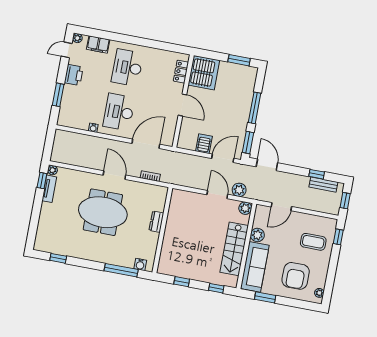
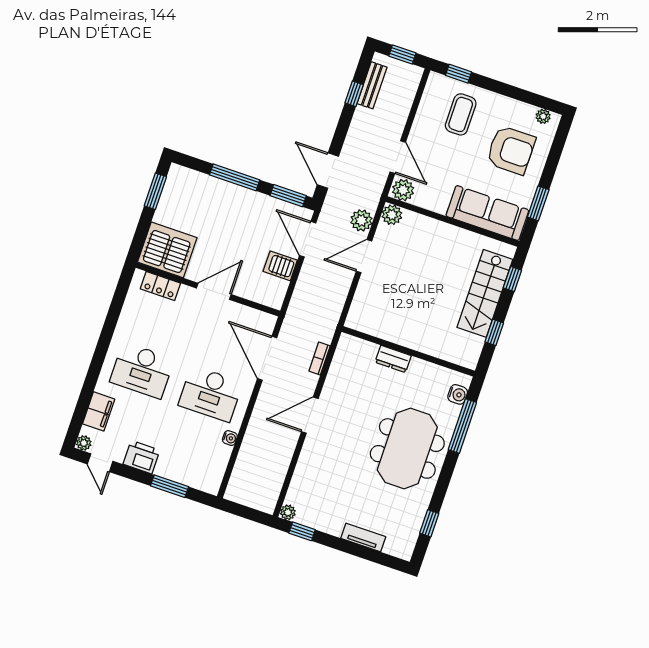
door: (267, 165) -> (328, 170), hinge flipped
tv unit: (49, 189) -> (363, 537), moved
meeting table: (103, 212) -> (407, 448), moved
plant: (257, 235) -> (403, 190), moved
stairs: (234, 249) -> (485, 293), moved, turned 90

